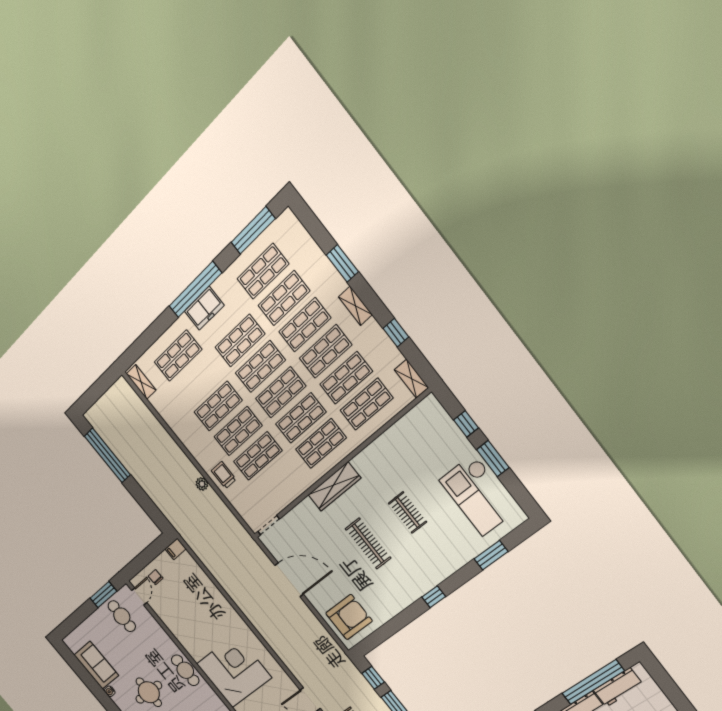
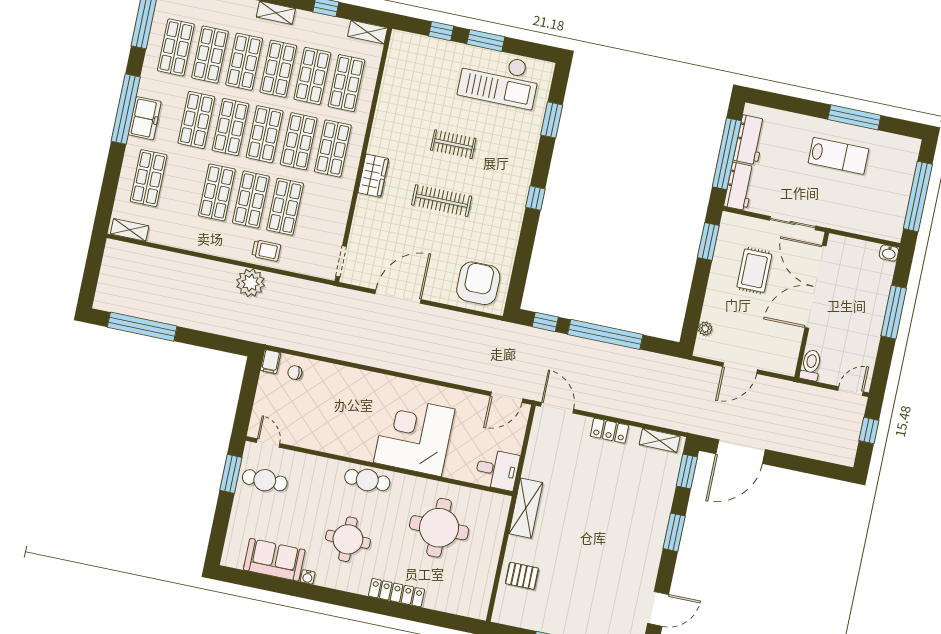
trolley: (224, 475) -> (266, 250), turned 180
plant: (202, 484) -> (250, 283), width x1.87, depth x1.87
wardrobe: (334, 486) -> (373, 176), width x0.67
chair: (156, 577) -> (295, 373), moved

